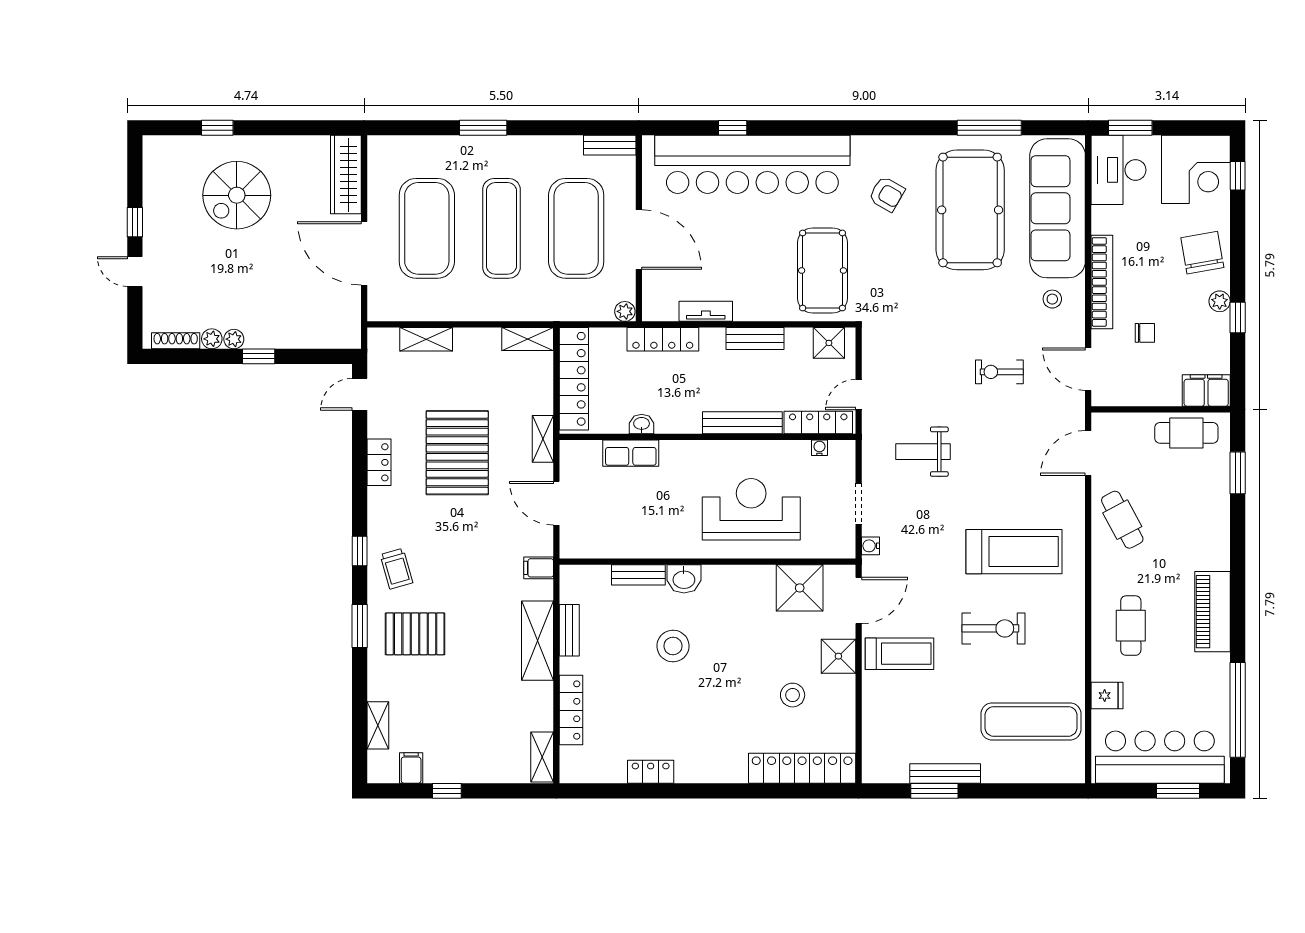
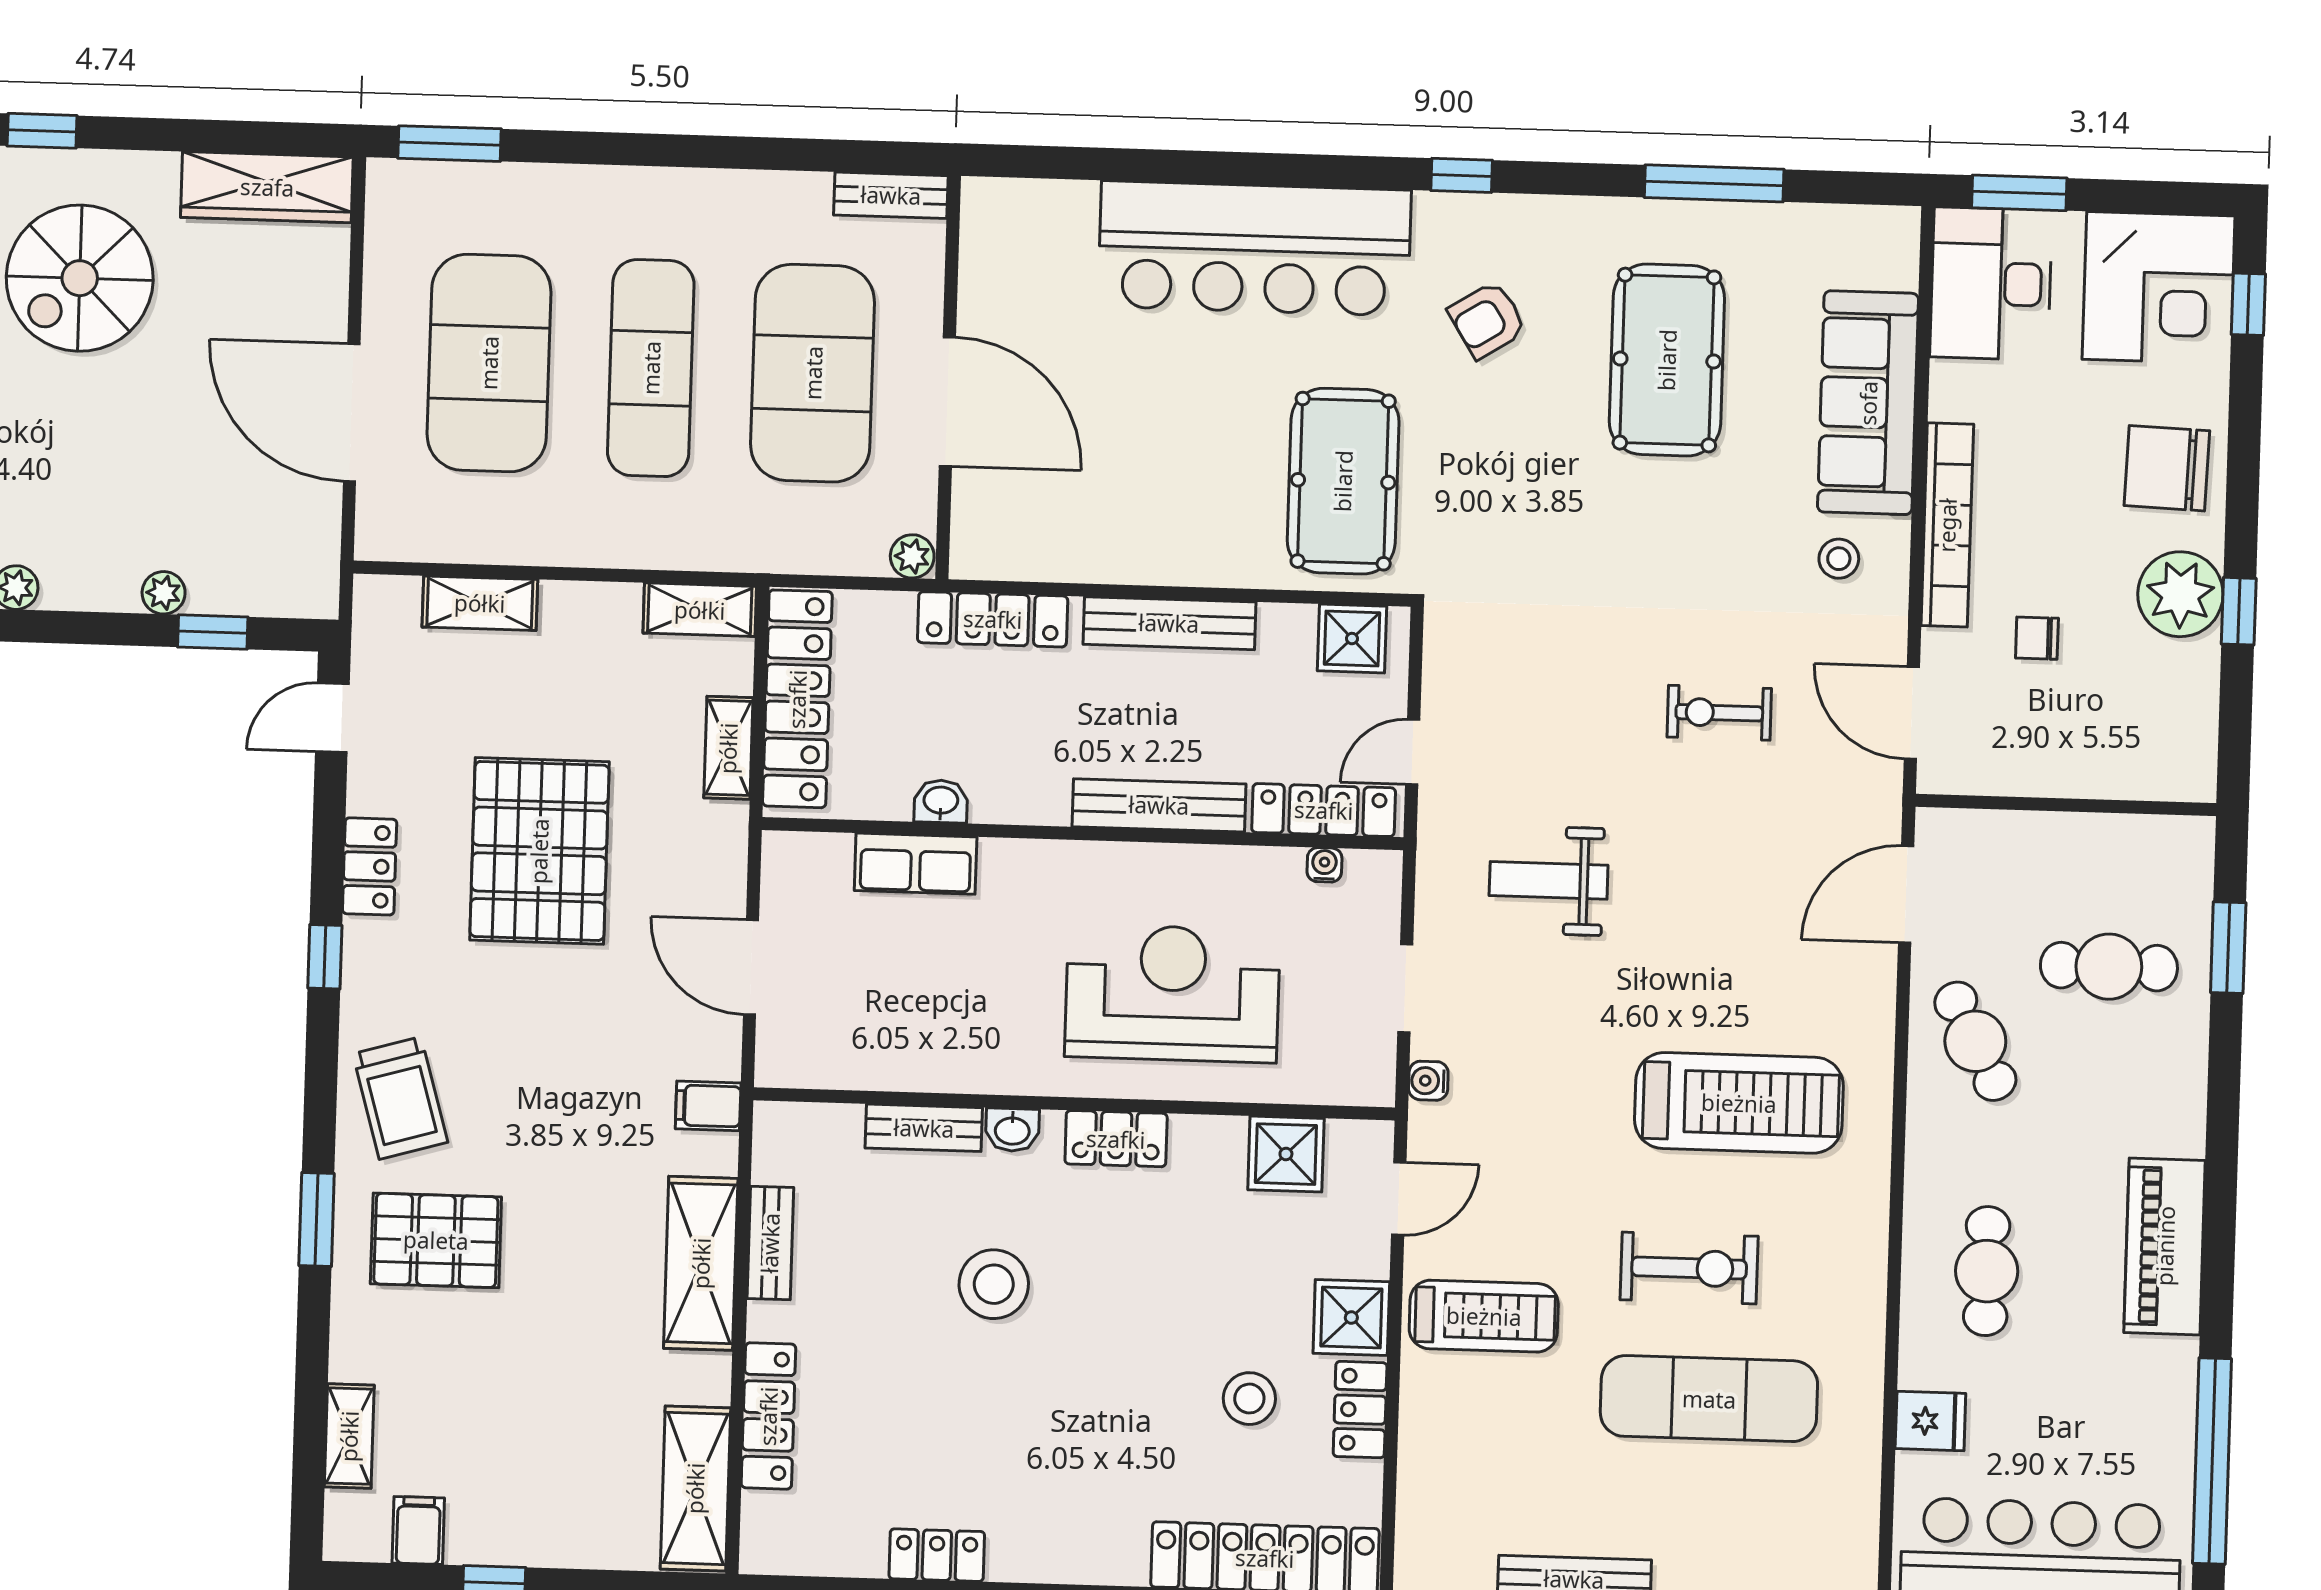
window: (483, 128) -> (449, 144), moved
window: (733, 128) -> (1462, 175), moved
bar counter: (752, 164) -> (1255, 248), width x0.73
wardrobe: (346, 175) -> (267, 187), moved, turned -90
armchair: (887, 194) -> (1487, 320), turned 118
sofa: (1058, 208) -> (1868, 403), width x0.74, depth x0.79
pool table: (970, 210) -> (1667, 360), width x0.73, depth x0.76
chair: (1202, 253) -> (2167, 468), turned -78
plant: (1220, 301) -> (2180, 594), width x1.88, depth x1.88
tv unit: (706, 311) -> (1087, 562), removed
chair: (1145, 333) -> (2037, 638), turned 180
plant: (234, 339) -> (164, 593), moved
bench: (755, 339) -> (1169, 623), width x1.36
window: (259, 356) -> (213, 632), moved
filing cabinet: (1206, 390) -> (2166, 767), removed
cafe table: (1186, 433) -> (2109, 967), moved
shelving: (543, 439) -> (728, 748), moved
window: (360, 551) -> (325, 957), moved
trolley: (396, 569) -> (400, 1098), width x1.36, depth x1.39
locker: (727, 577) -> (1116, 1139), added
washbasin: (684, 579) -> (1012, 1130), width x0.72, depth x0.69
shower: (800, 588) -> (1286, 1154), width x0.73, depth x0.73
door: (859, 601) -> (1399, 1198), width x0.73
locker: (844, 699) -> (1360, 1410), added
exercise mat: (1031, 721) -> (1709, 1399), moved
shelving: (542, 757) -> (695, 1488), width x1.50, depth x1.33

